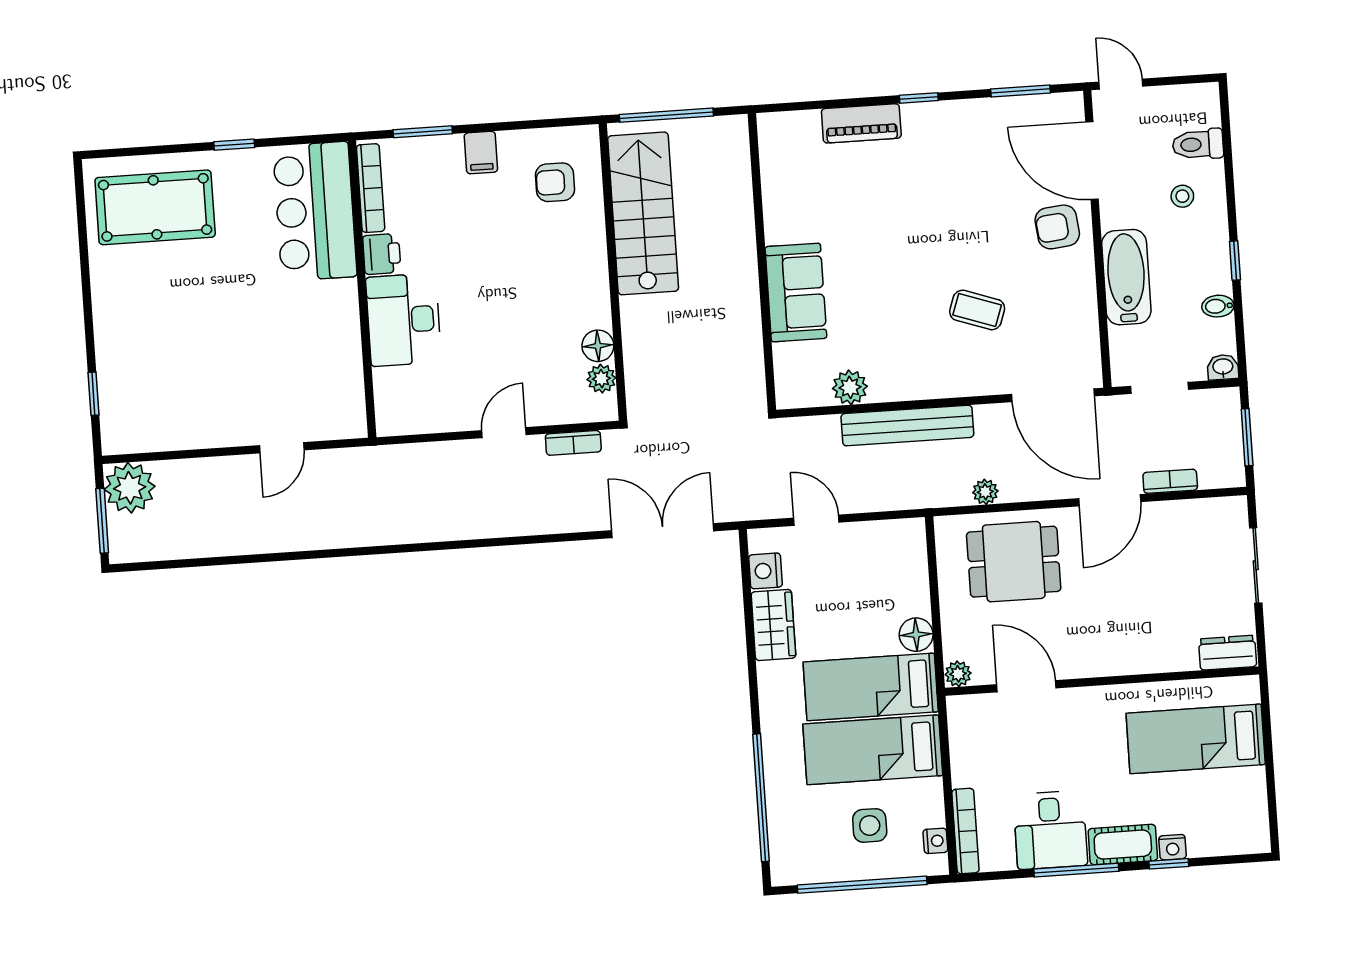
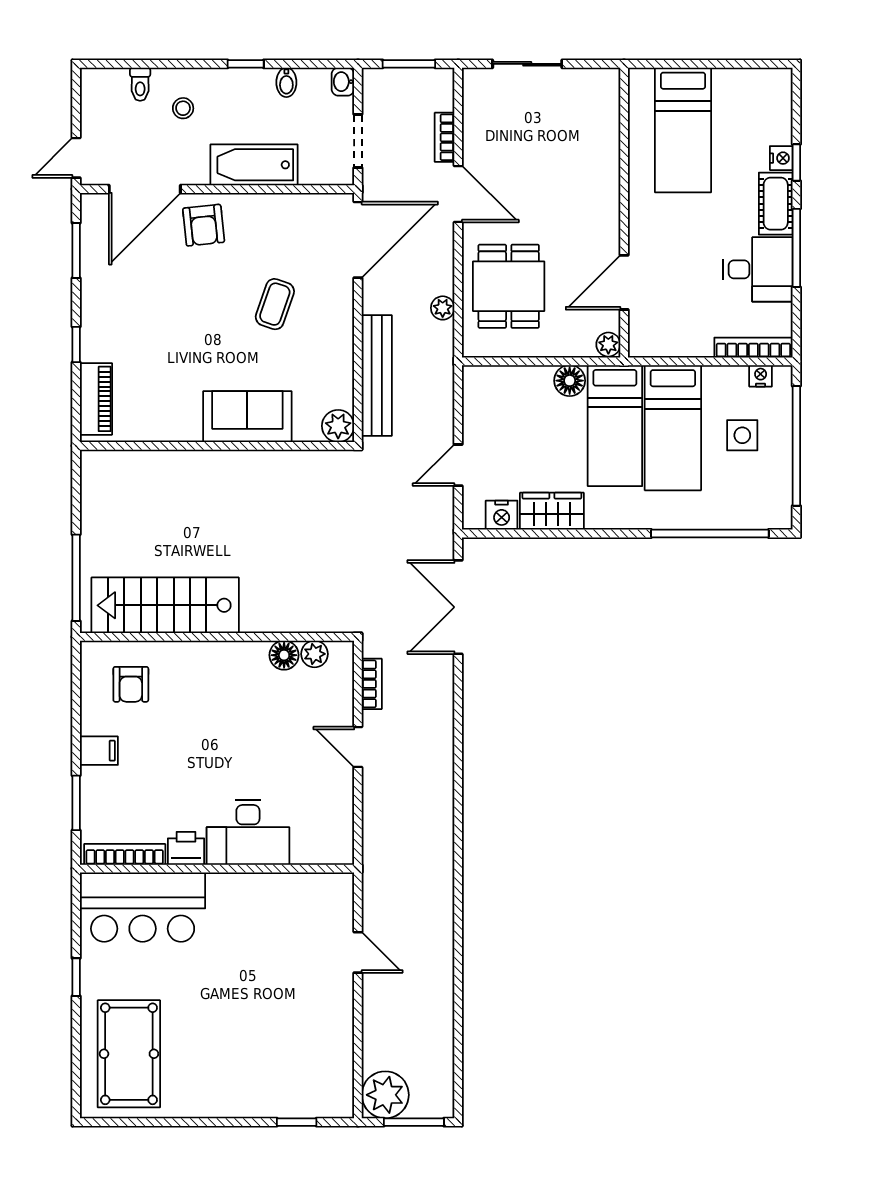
toilet: (1198, 144) -> (140, 84), width x0.73, depth x0.72
wall: (762, 262) -> (217, 446), moved
sofa: (796, 292) -> (247, 417), moved
dresser: (1228, 653) -> (606, 95), removed

